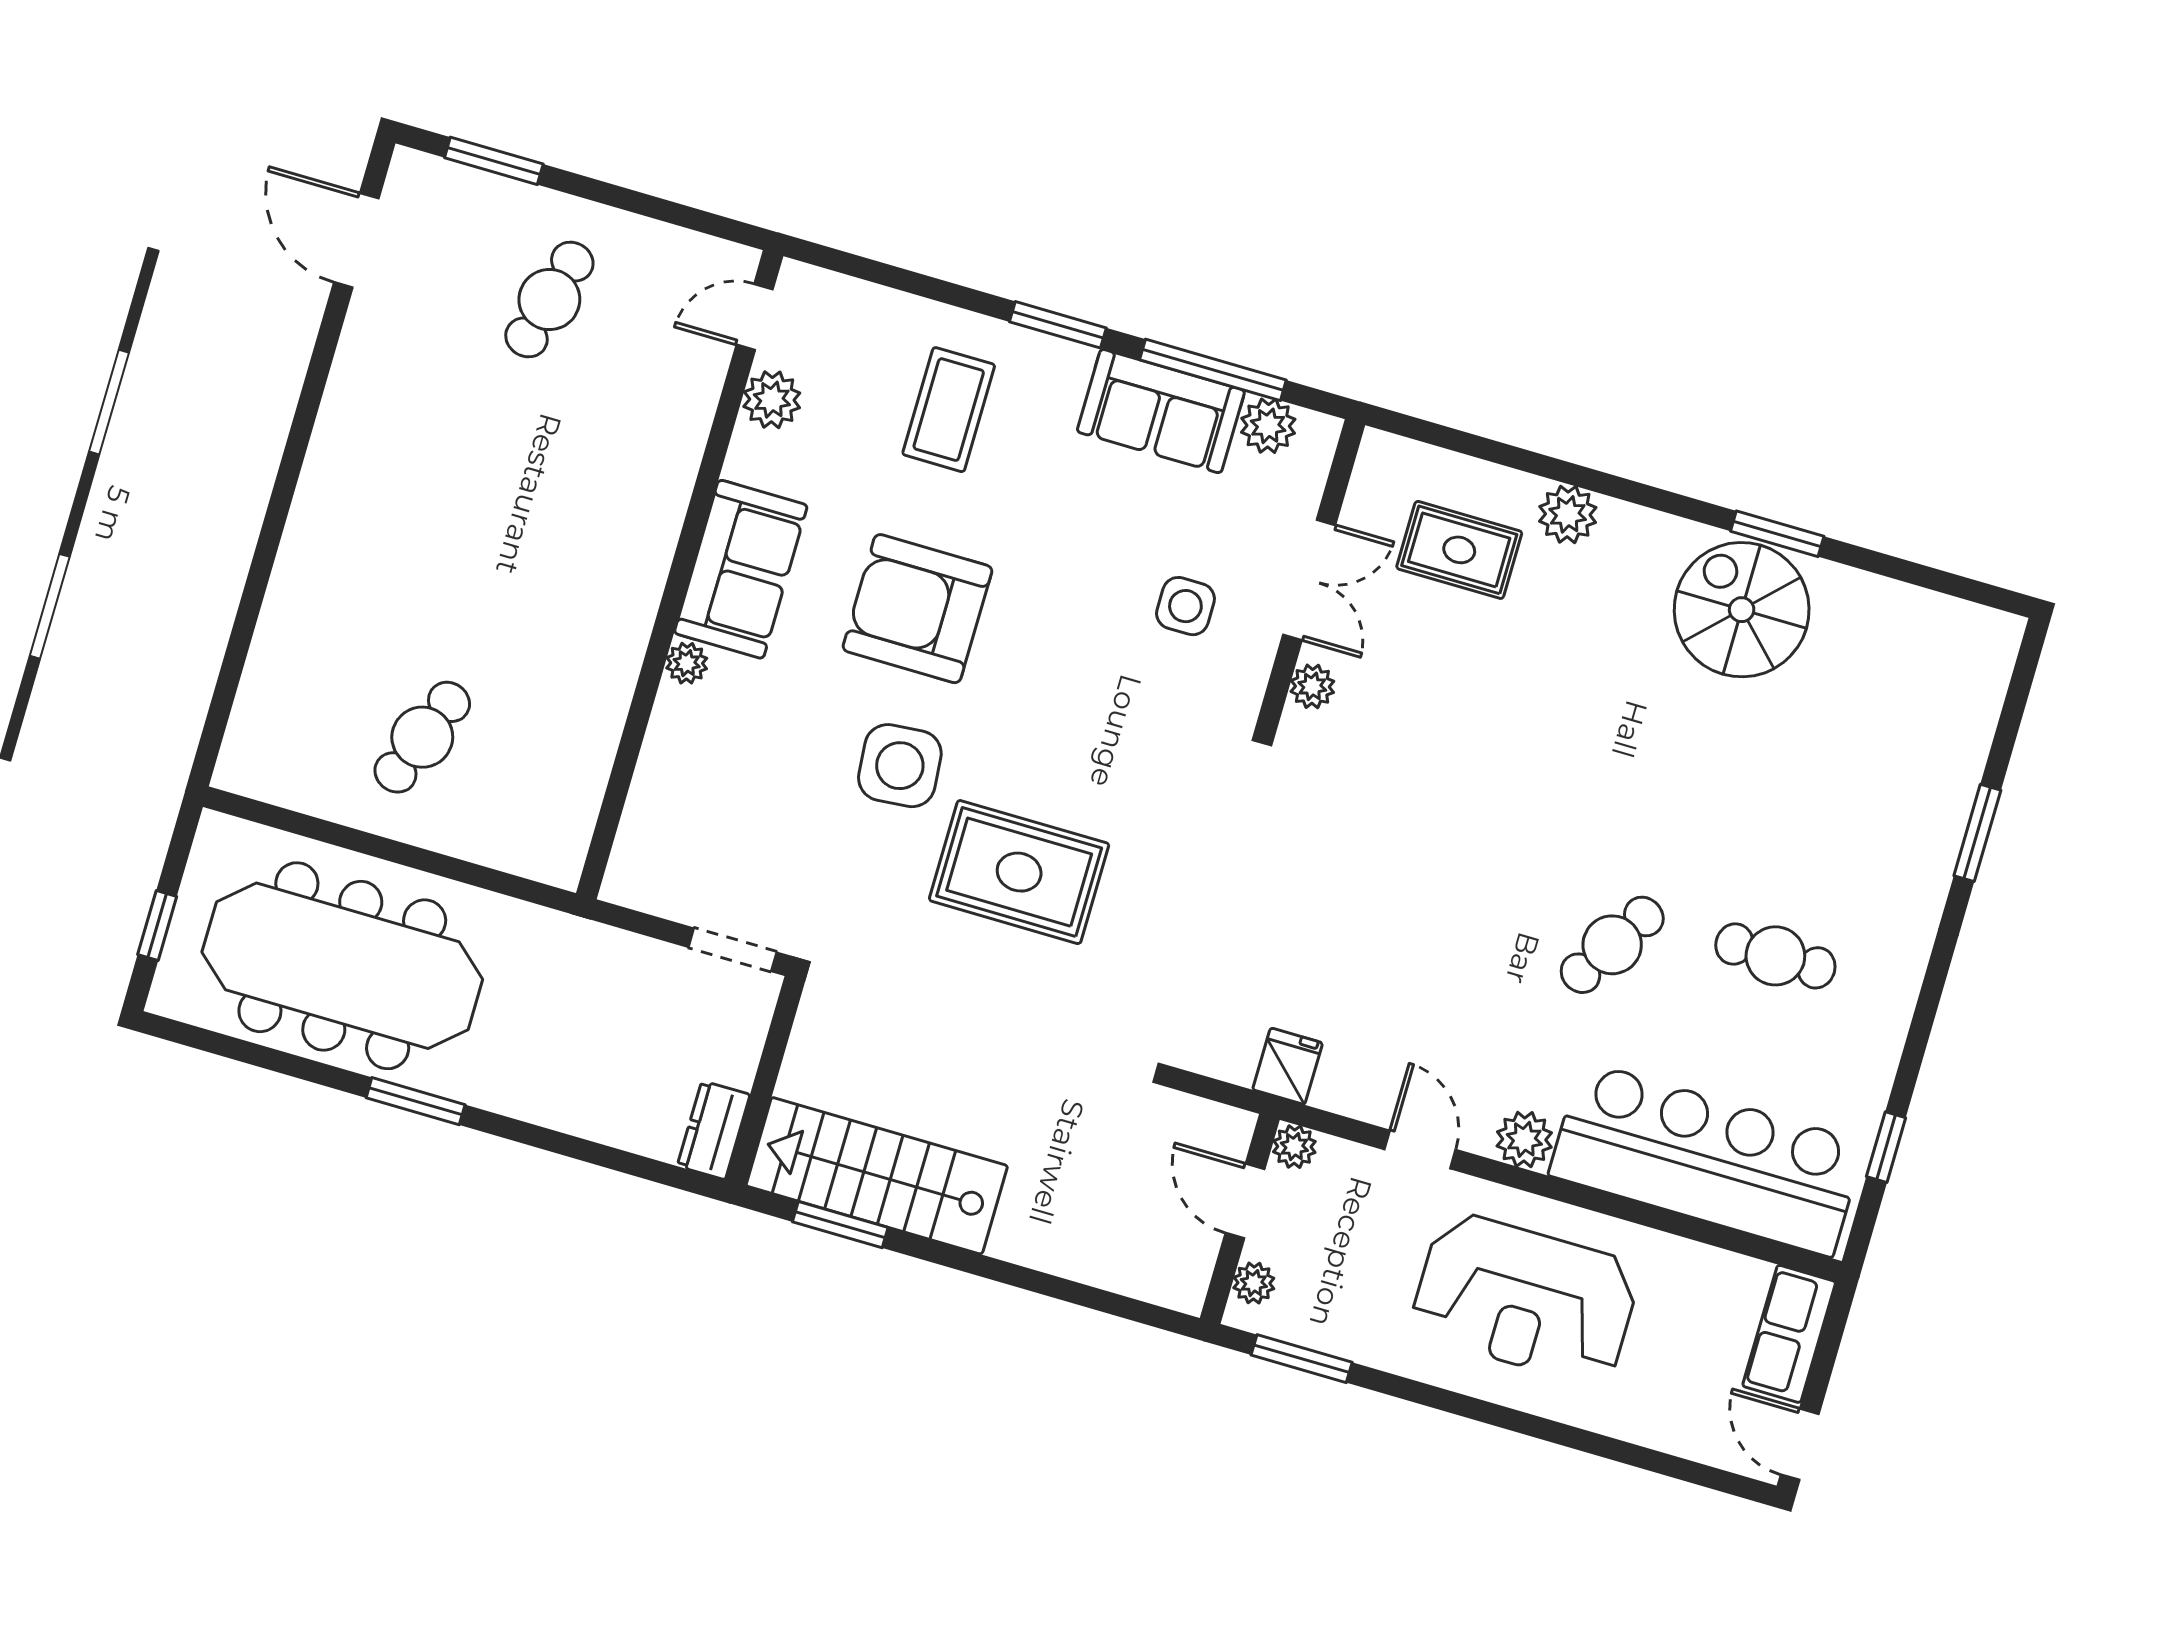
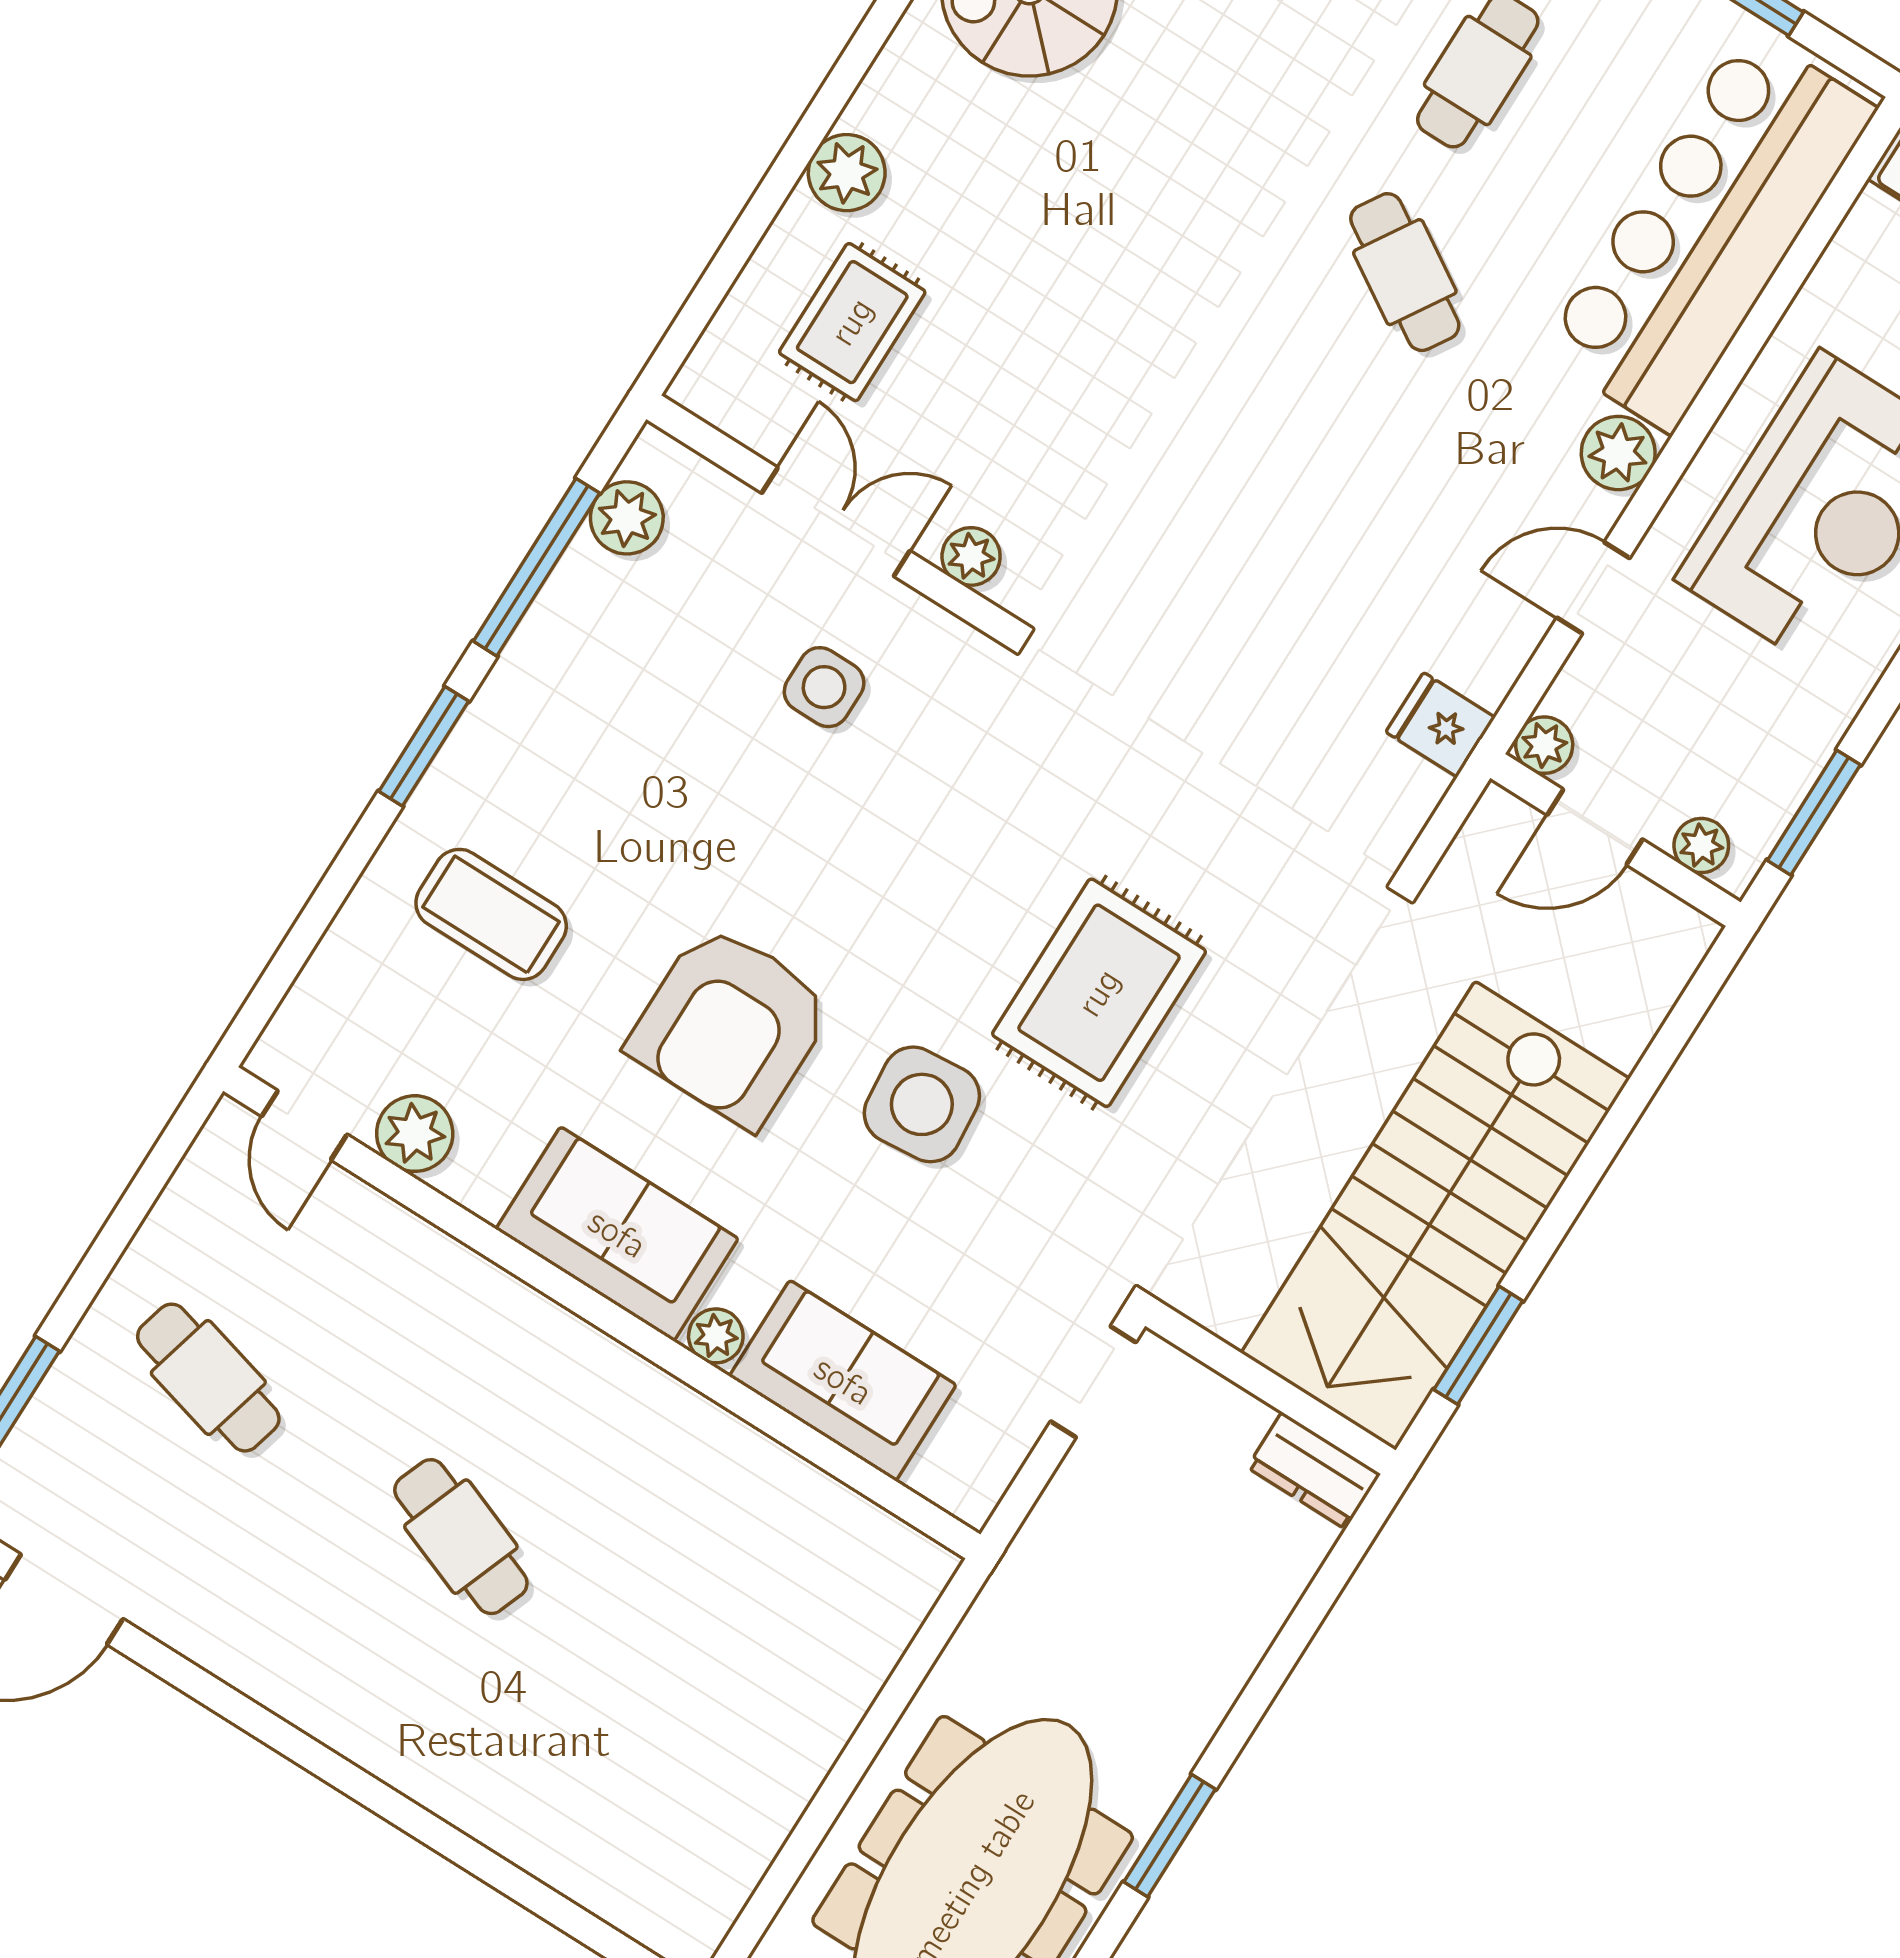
sofa: (1161, 411) -> (843, 1381), moved, turned -90
cafe table: (422, 737) -> (461, 1537), moved
stairs: (877, 1176) -> (1435, 1216), width x1.36, depth x1.51

